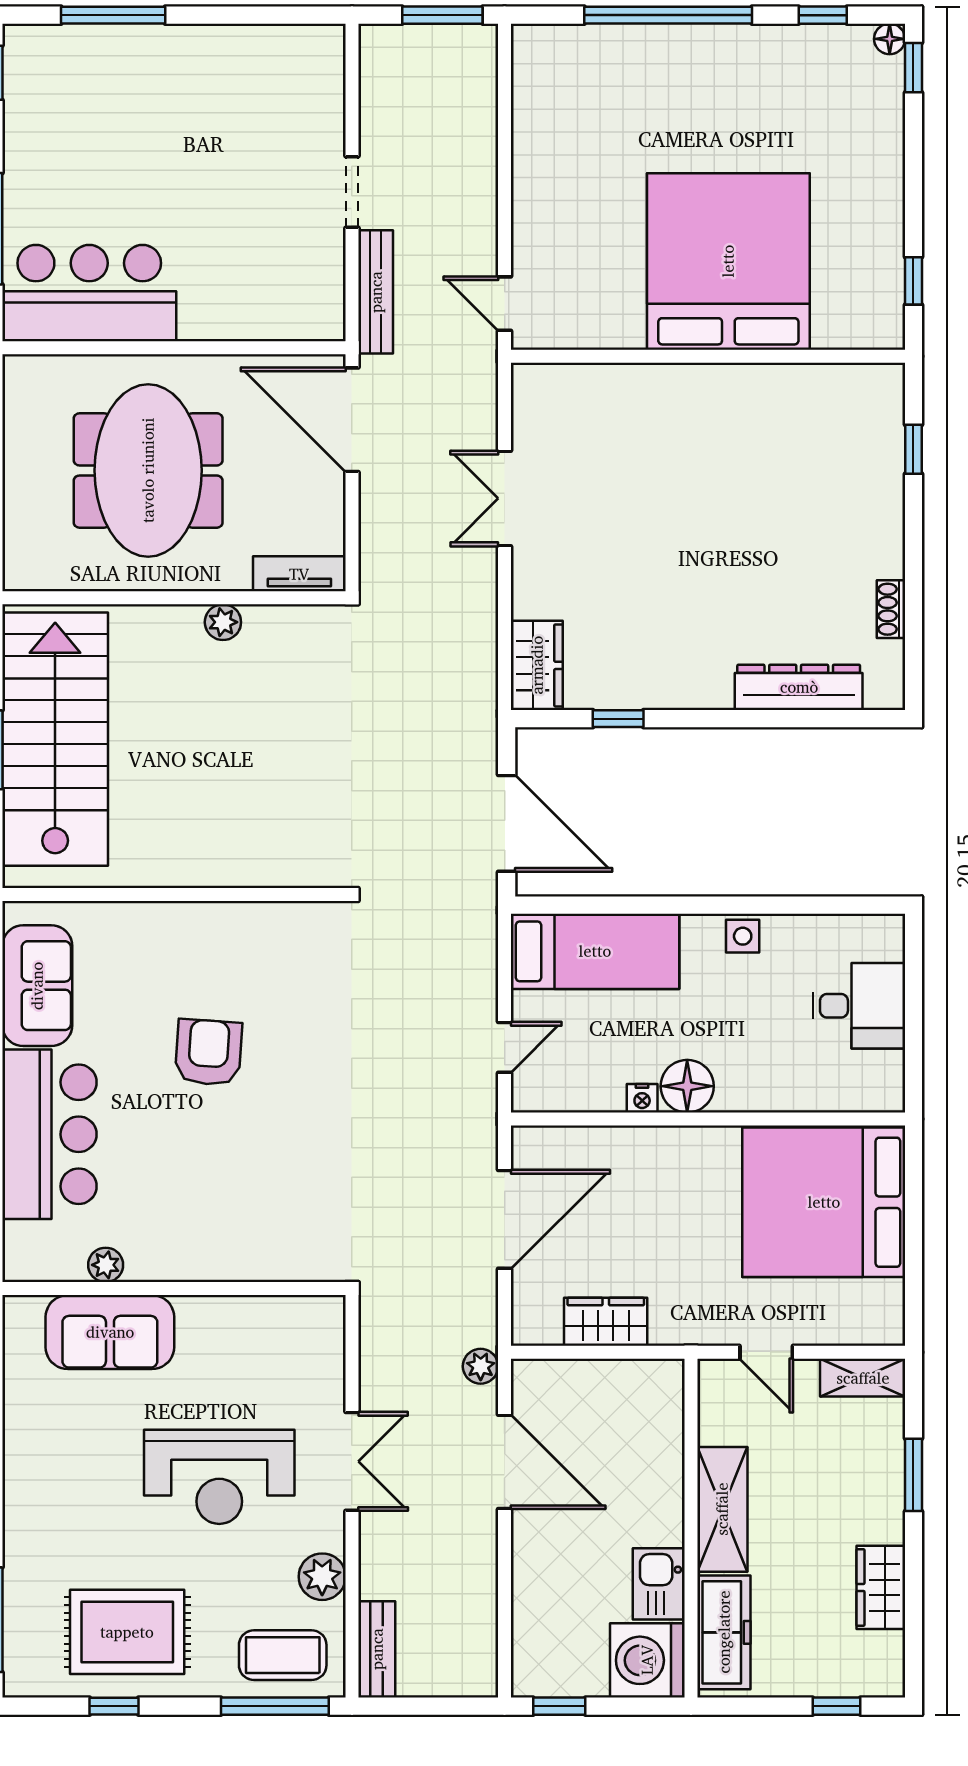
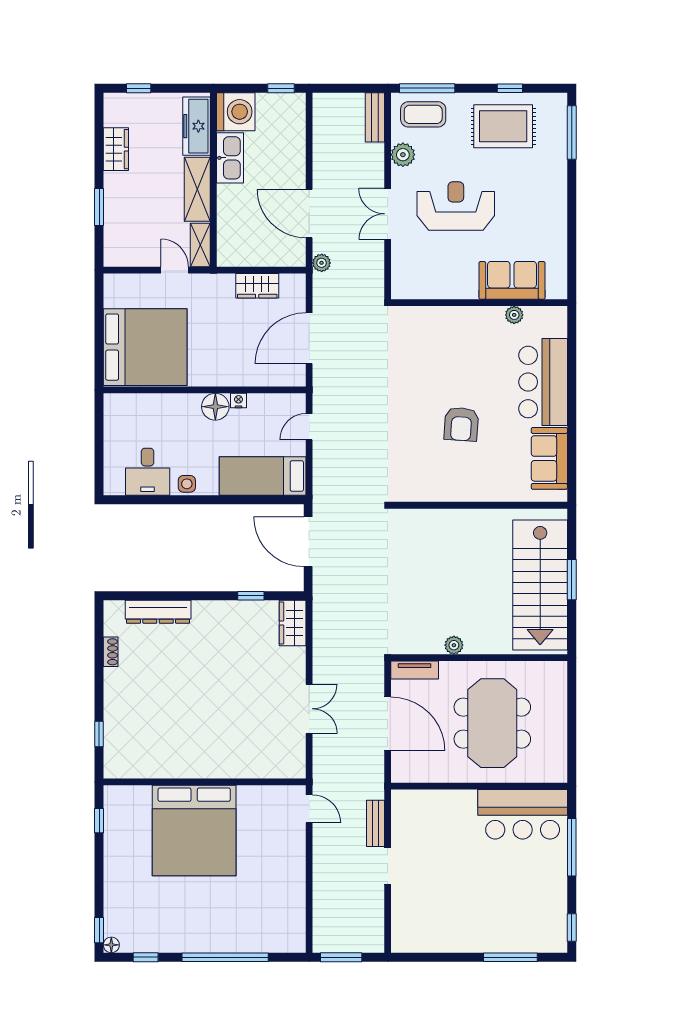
bench: (376, 292) -> (375, 823), width x0.73
door: (352, 420) -> (388, 724), moved
desk: (859, 1006) -> (148, 472), moved, turned -90
shelving: (863, 1378) -> (200, 245), moved, turned 90
kitchen sink: (659, 1584) -> (230, 158), width x1.38

